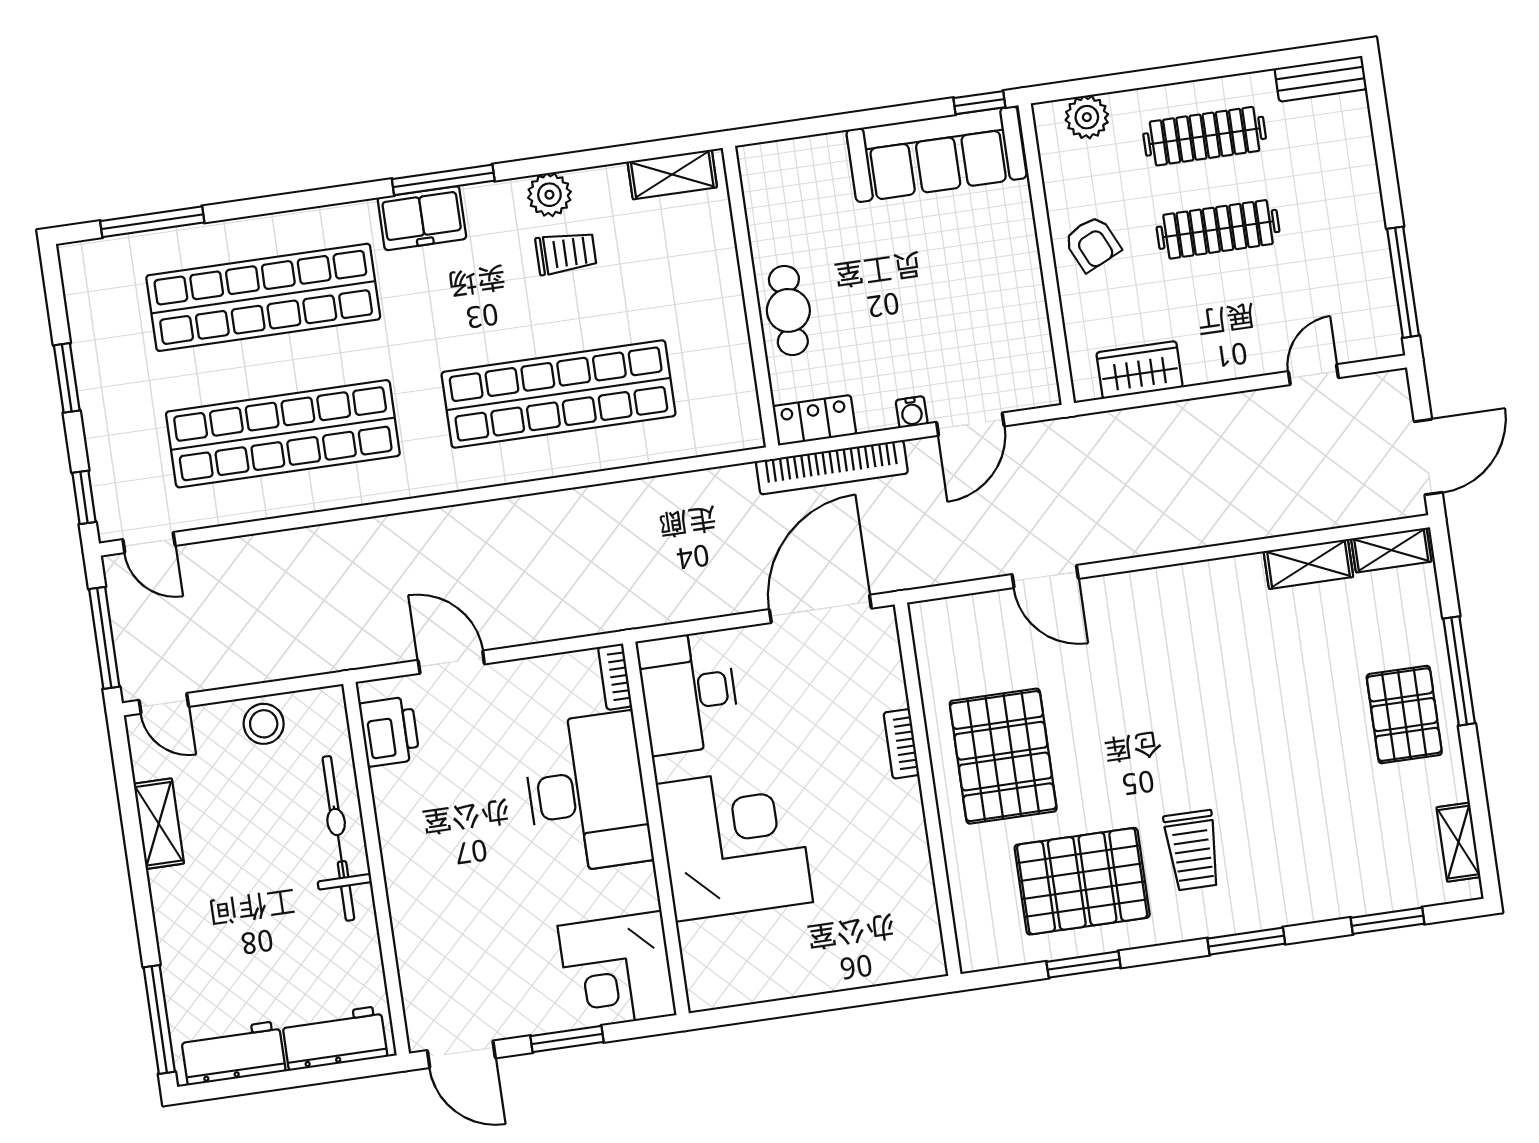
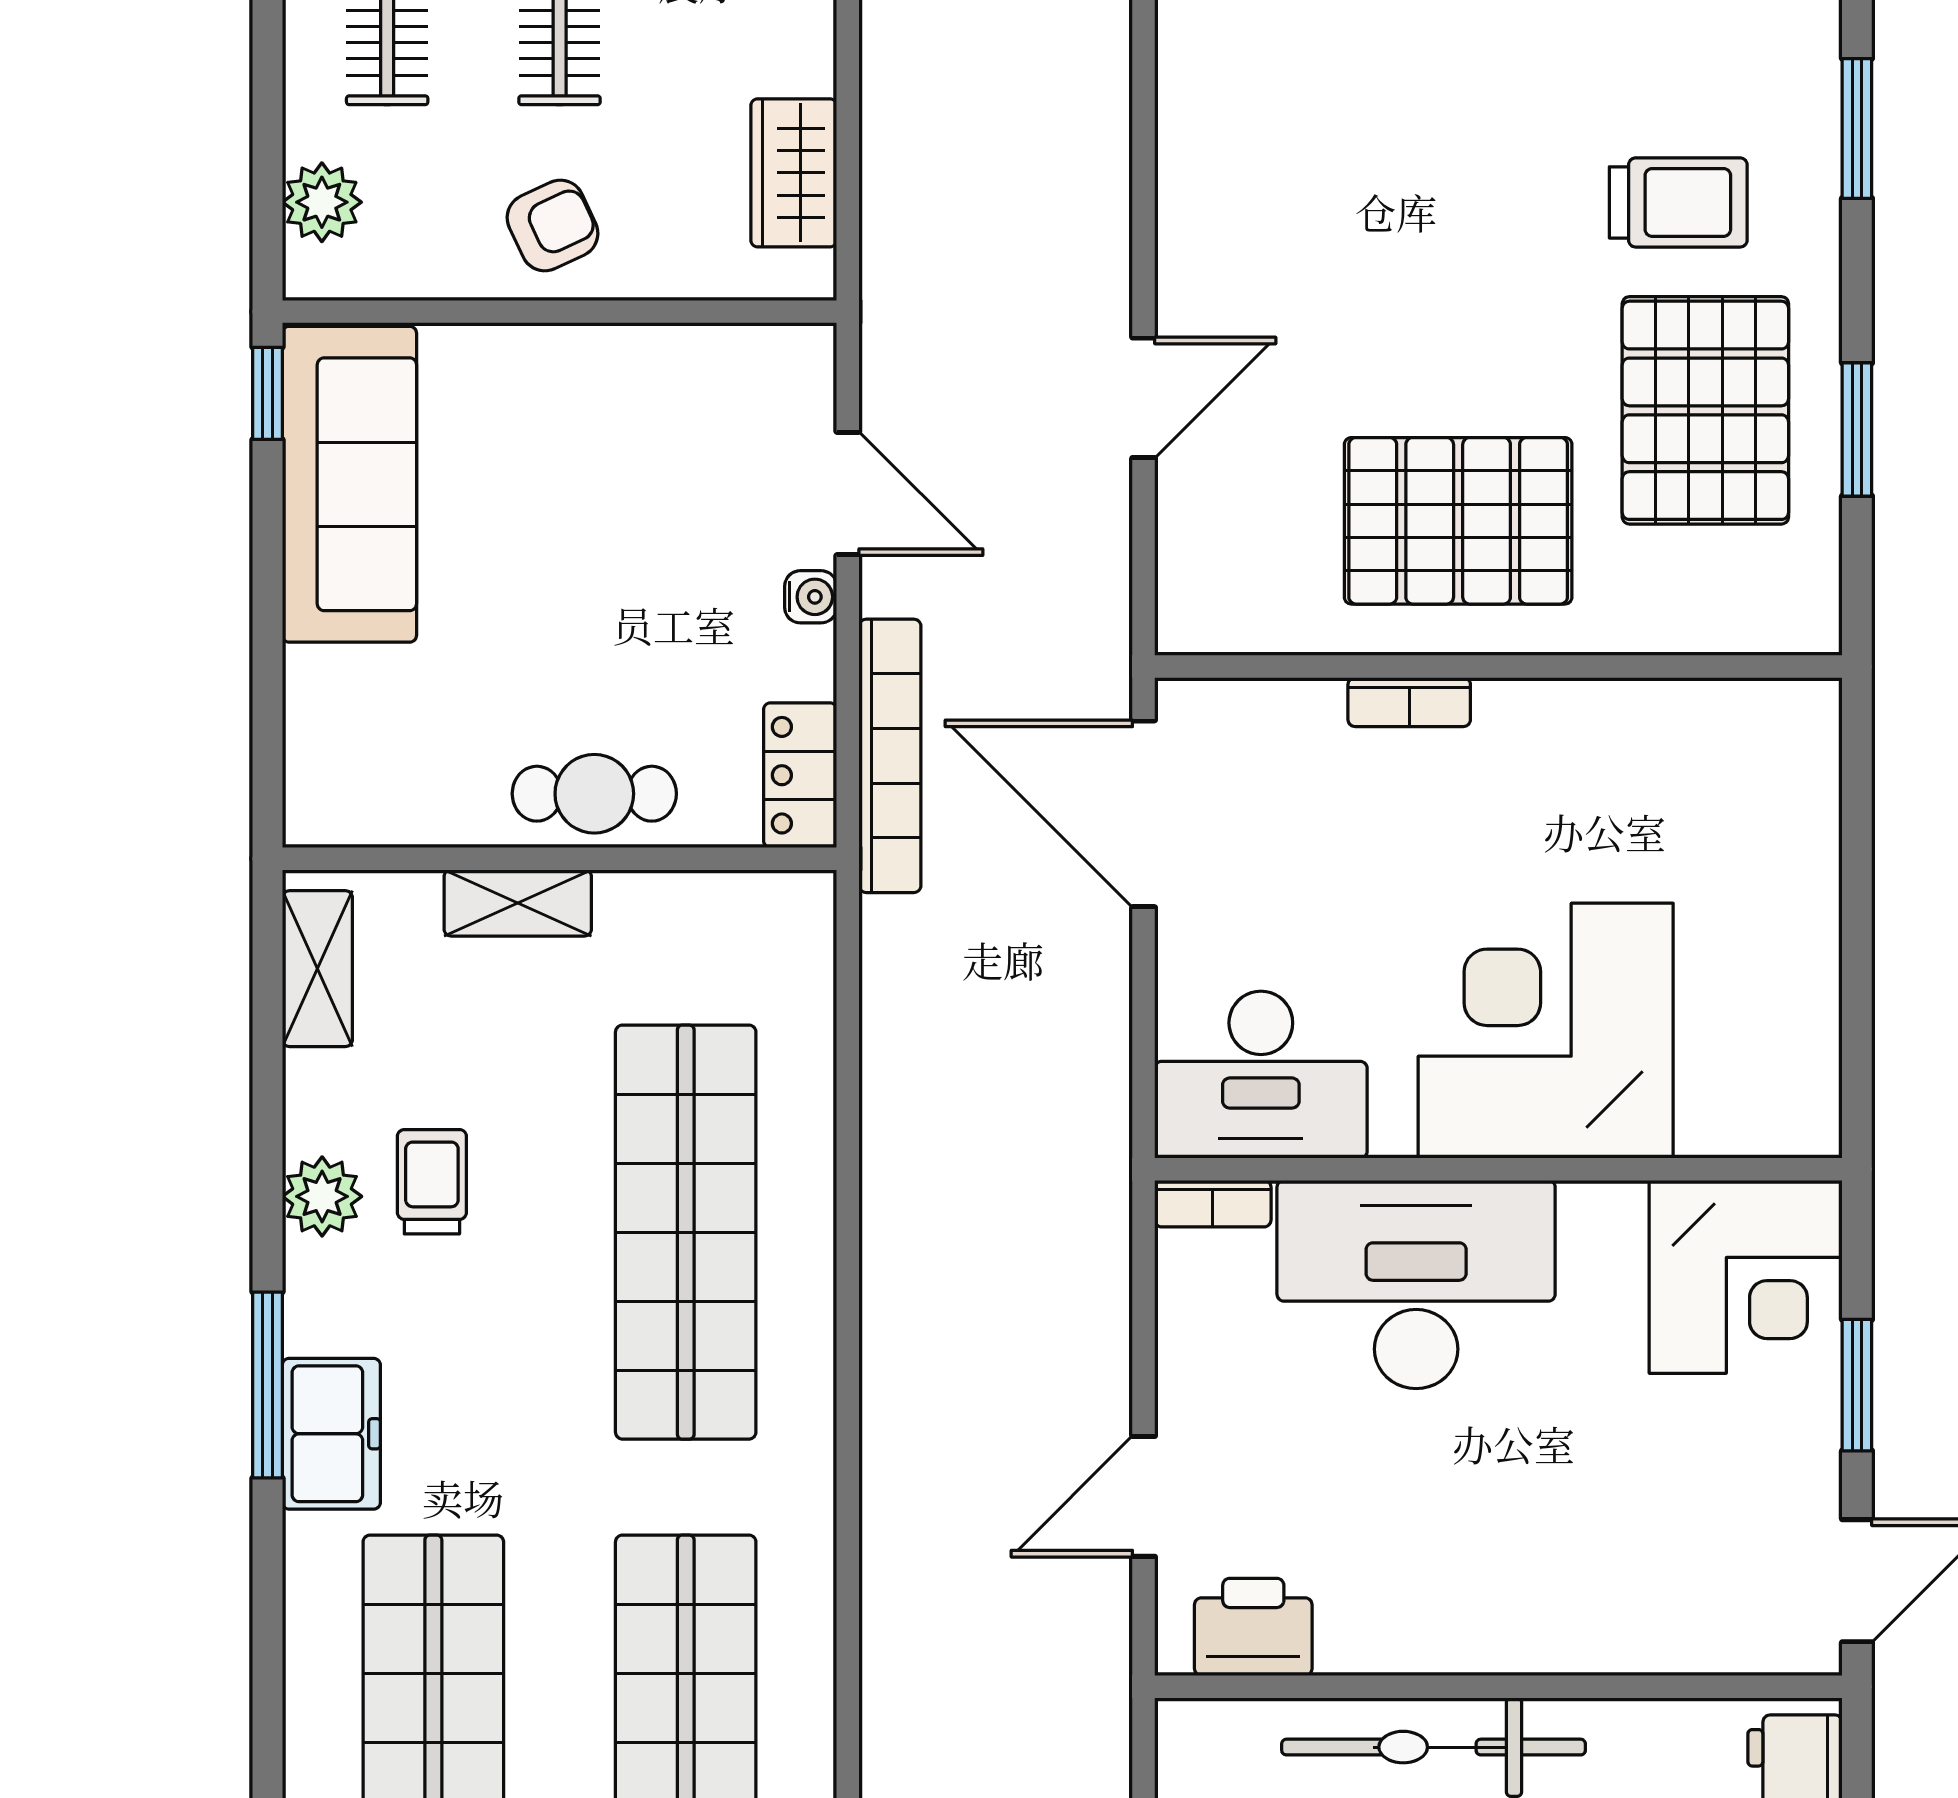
shelving: (723, 278) -> (518, 903), added

